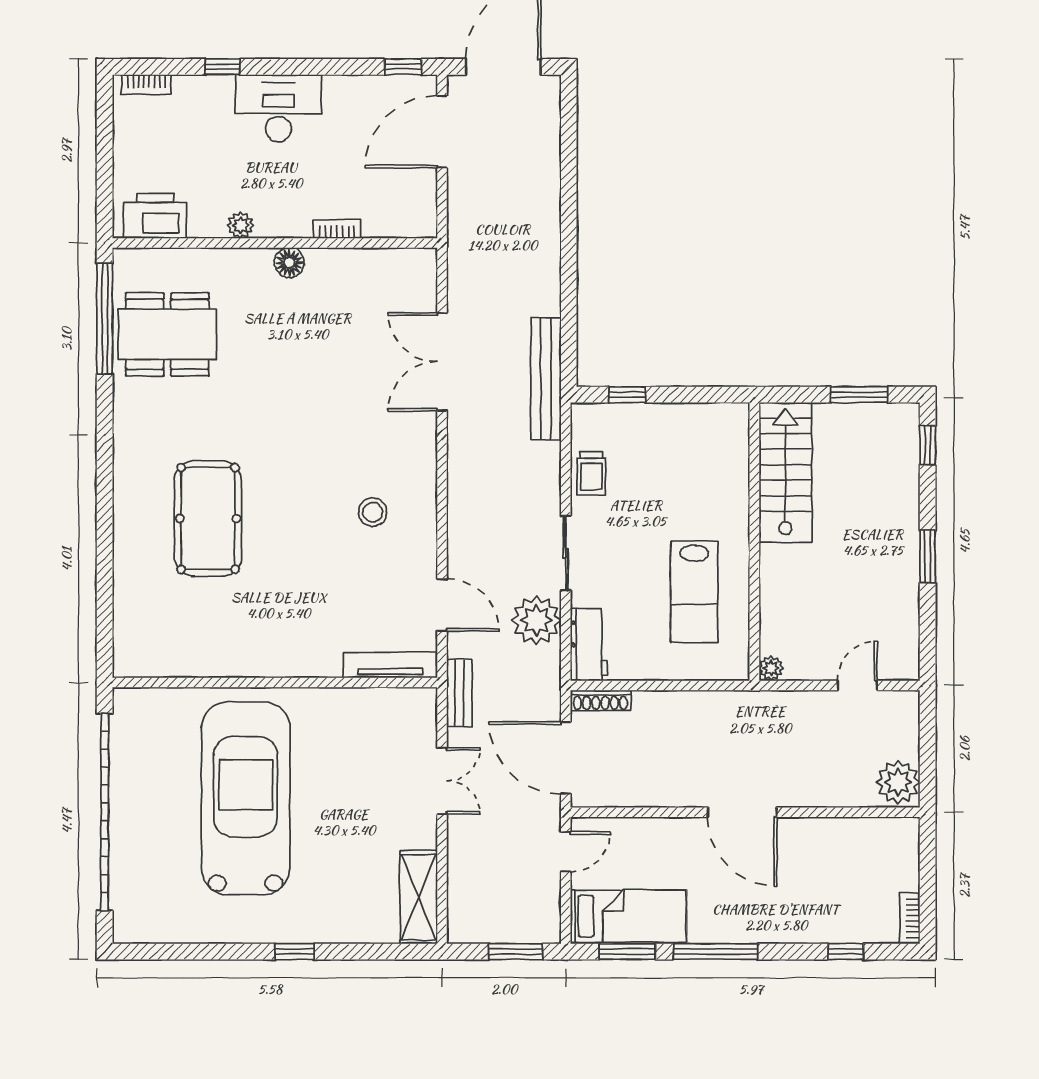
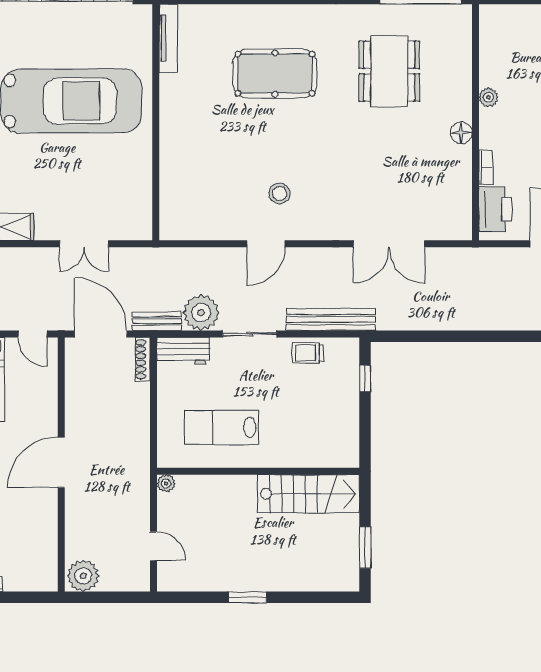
printer: (155, 216) -> (495, 209), moved
dining table: (167, 334) -> (389, 71), moved
double door: (442, 362) -> (389, 244), swing flipped
bench: (546, 379) -> (331, 319), moved
window: (928, 445) -> (328, 597), removed
door: (442, 605) -> (266, 244), moved
tv unit: (390, 665) -> (168, 38), moved
bench: (459, 693) -> (157, 321), moved
door: (566, 758) -> (101, 334), hinge flipped

